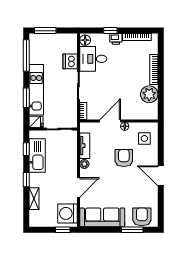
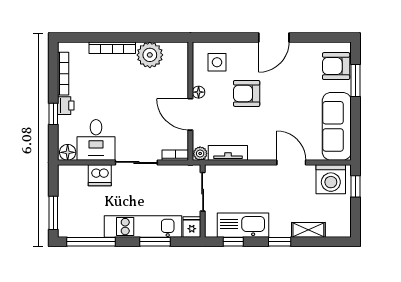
plant: (84, 164) -> (200, 153), moved

